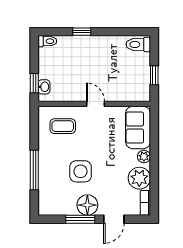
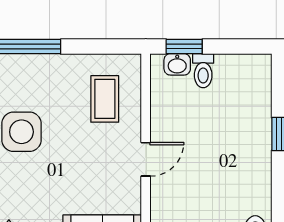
toilet: (47, 41) -> (203, 71), moved

